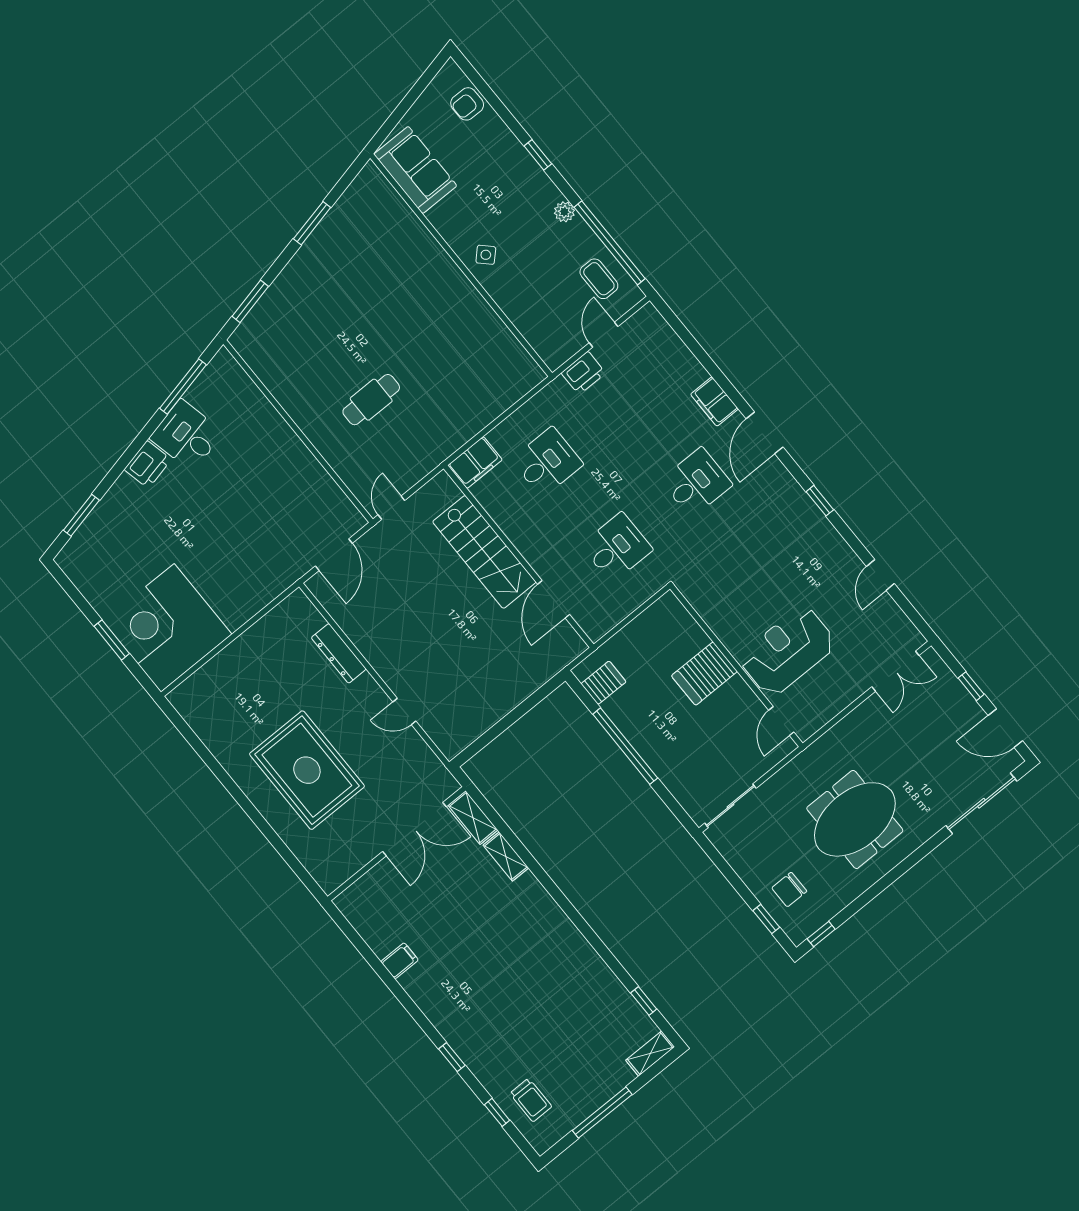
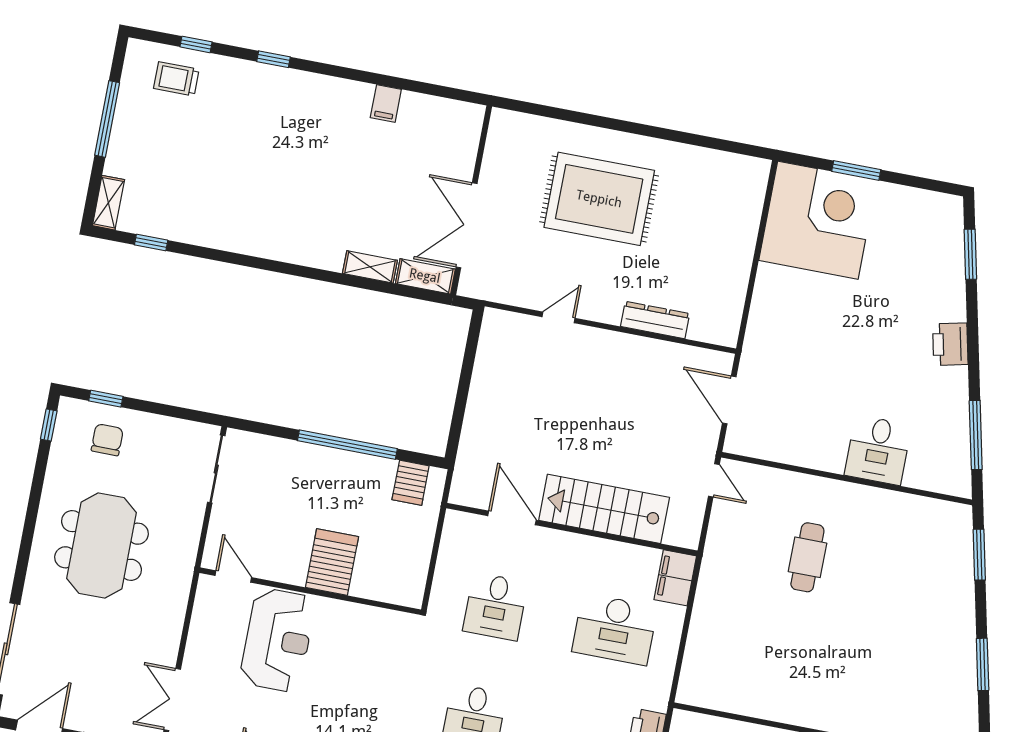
desk: (187, 435) -> (878, 450), moved, turned 102
desk: (547, 462) -> (615, 629), width x1.37

